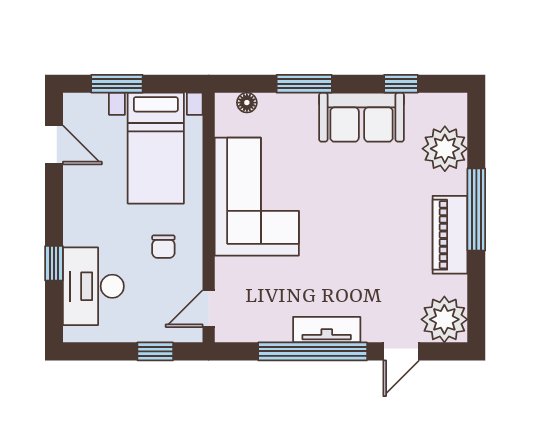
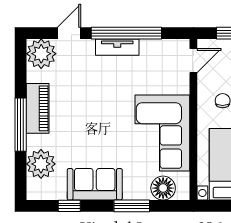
floor lamp: (247, 103) -> (163, 188), width x1.89, depth x1.89

